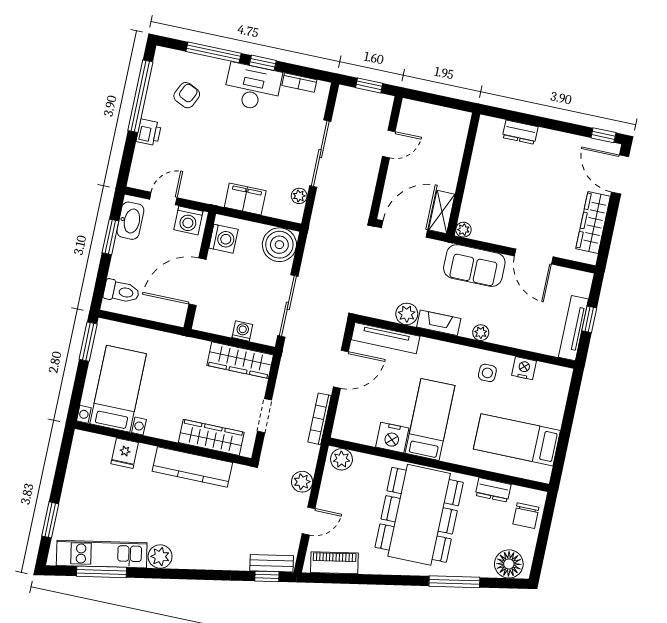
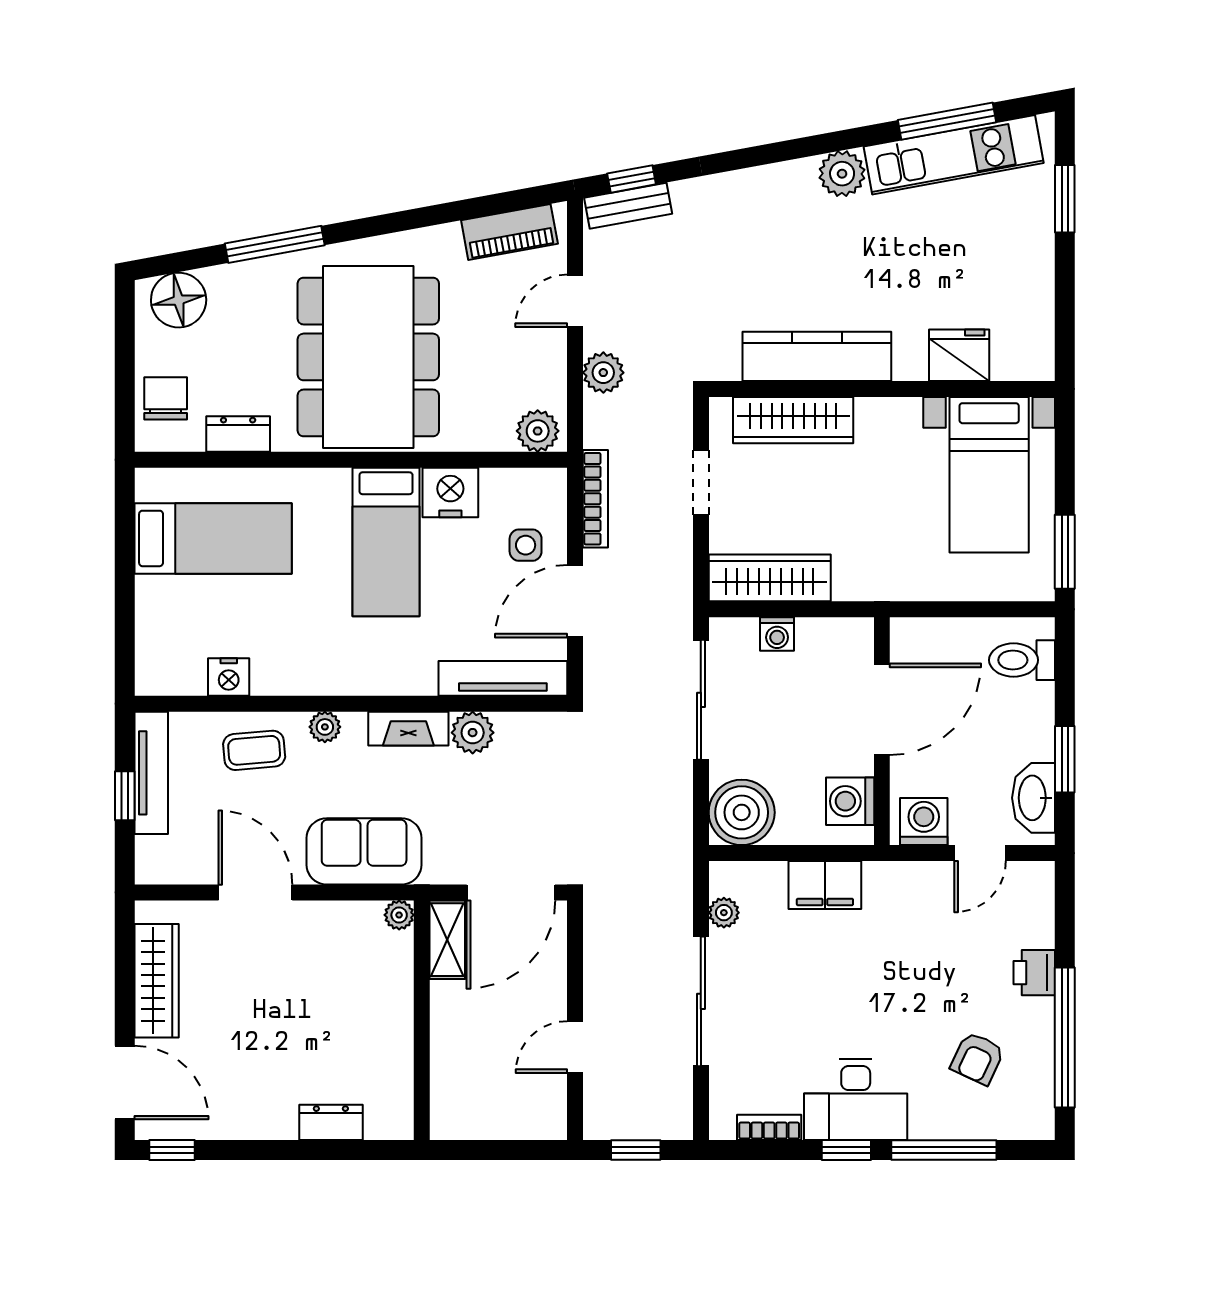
coffee table: (519, 328) -> (254, 750), added
side table: (487, 373) -> (526, 545), moved
fridge: (125, 453) -> (959, 355), width x1.38

